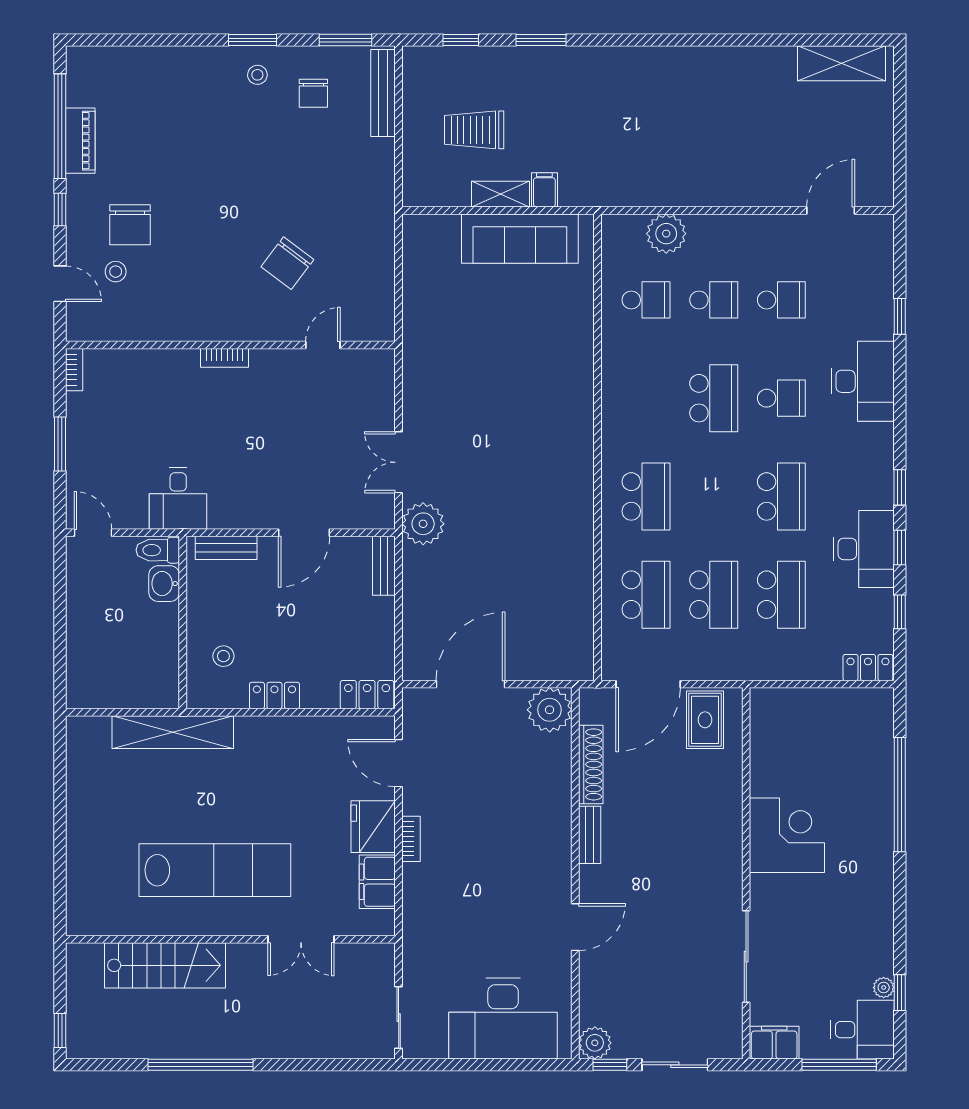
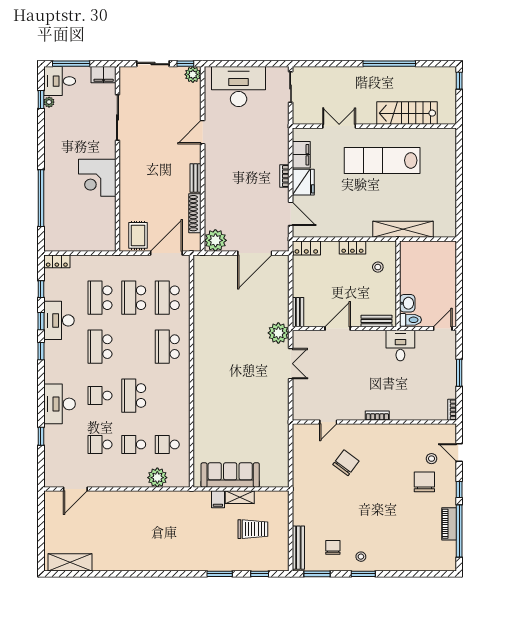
door: (93, 533) -> (443, 329), swing flipped

